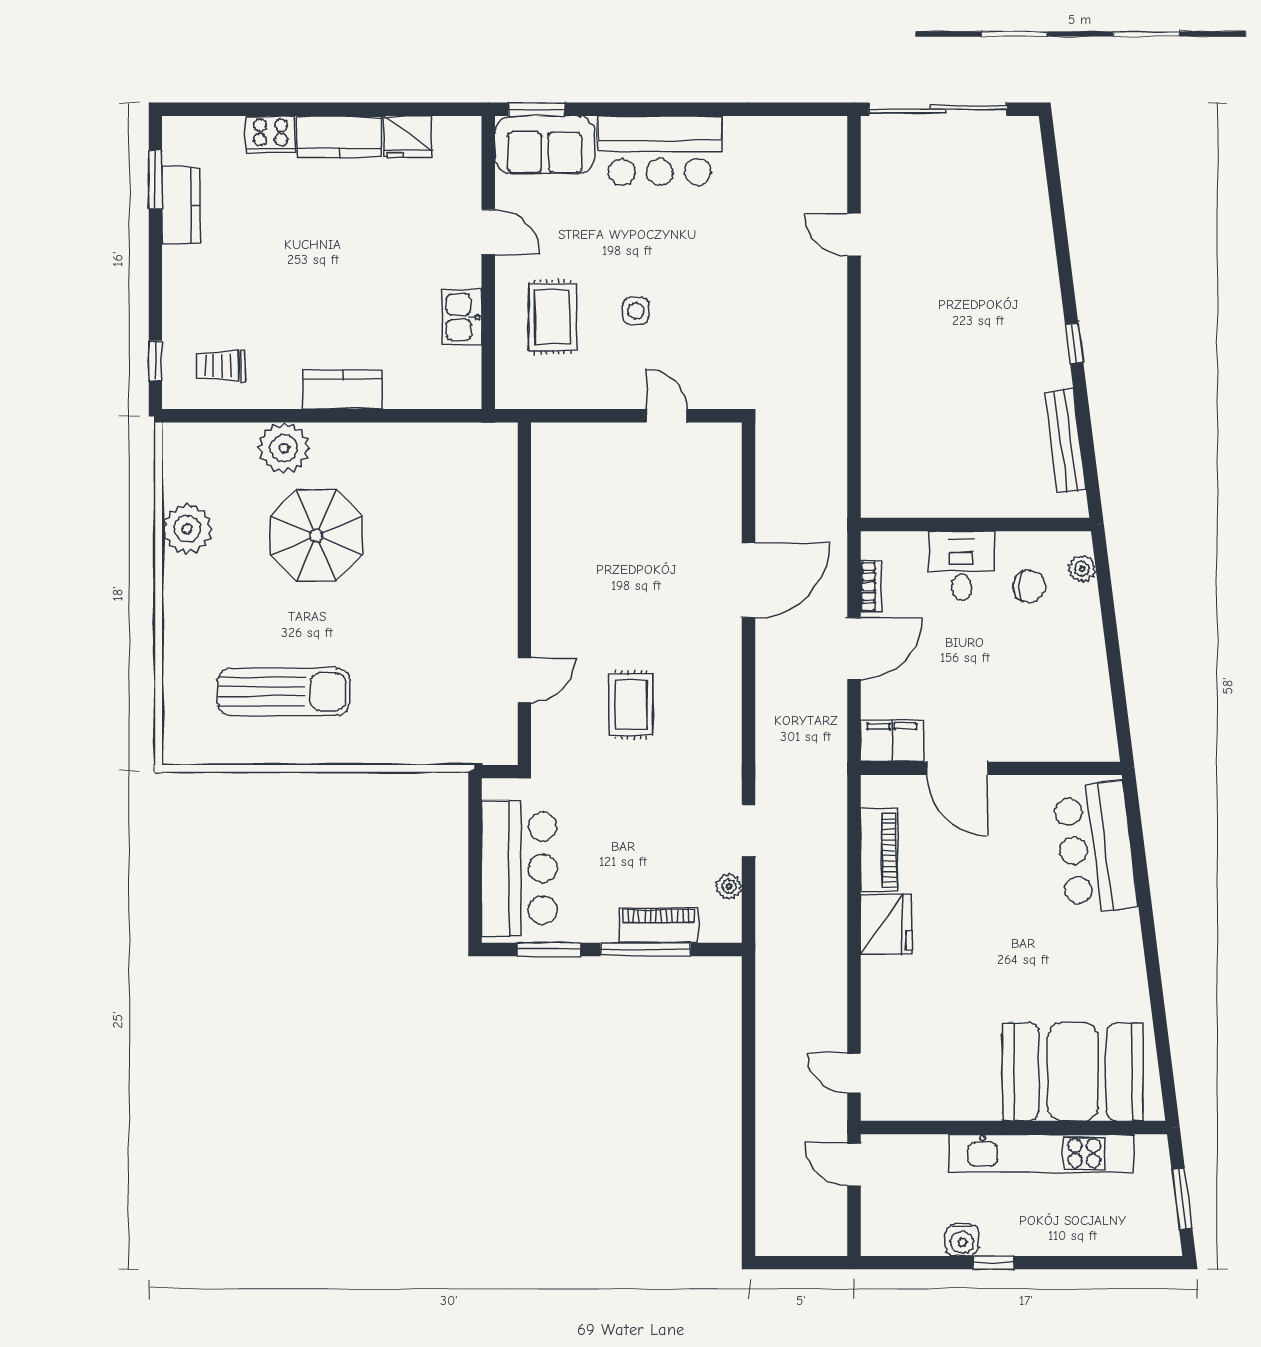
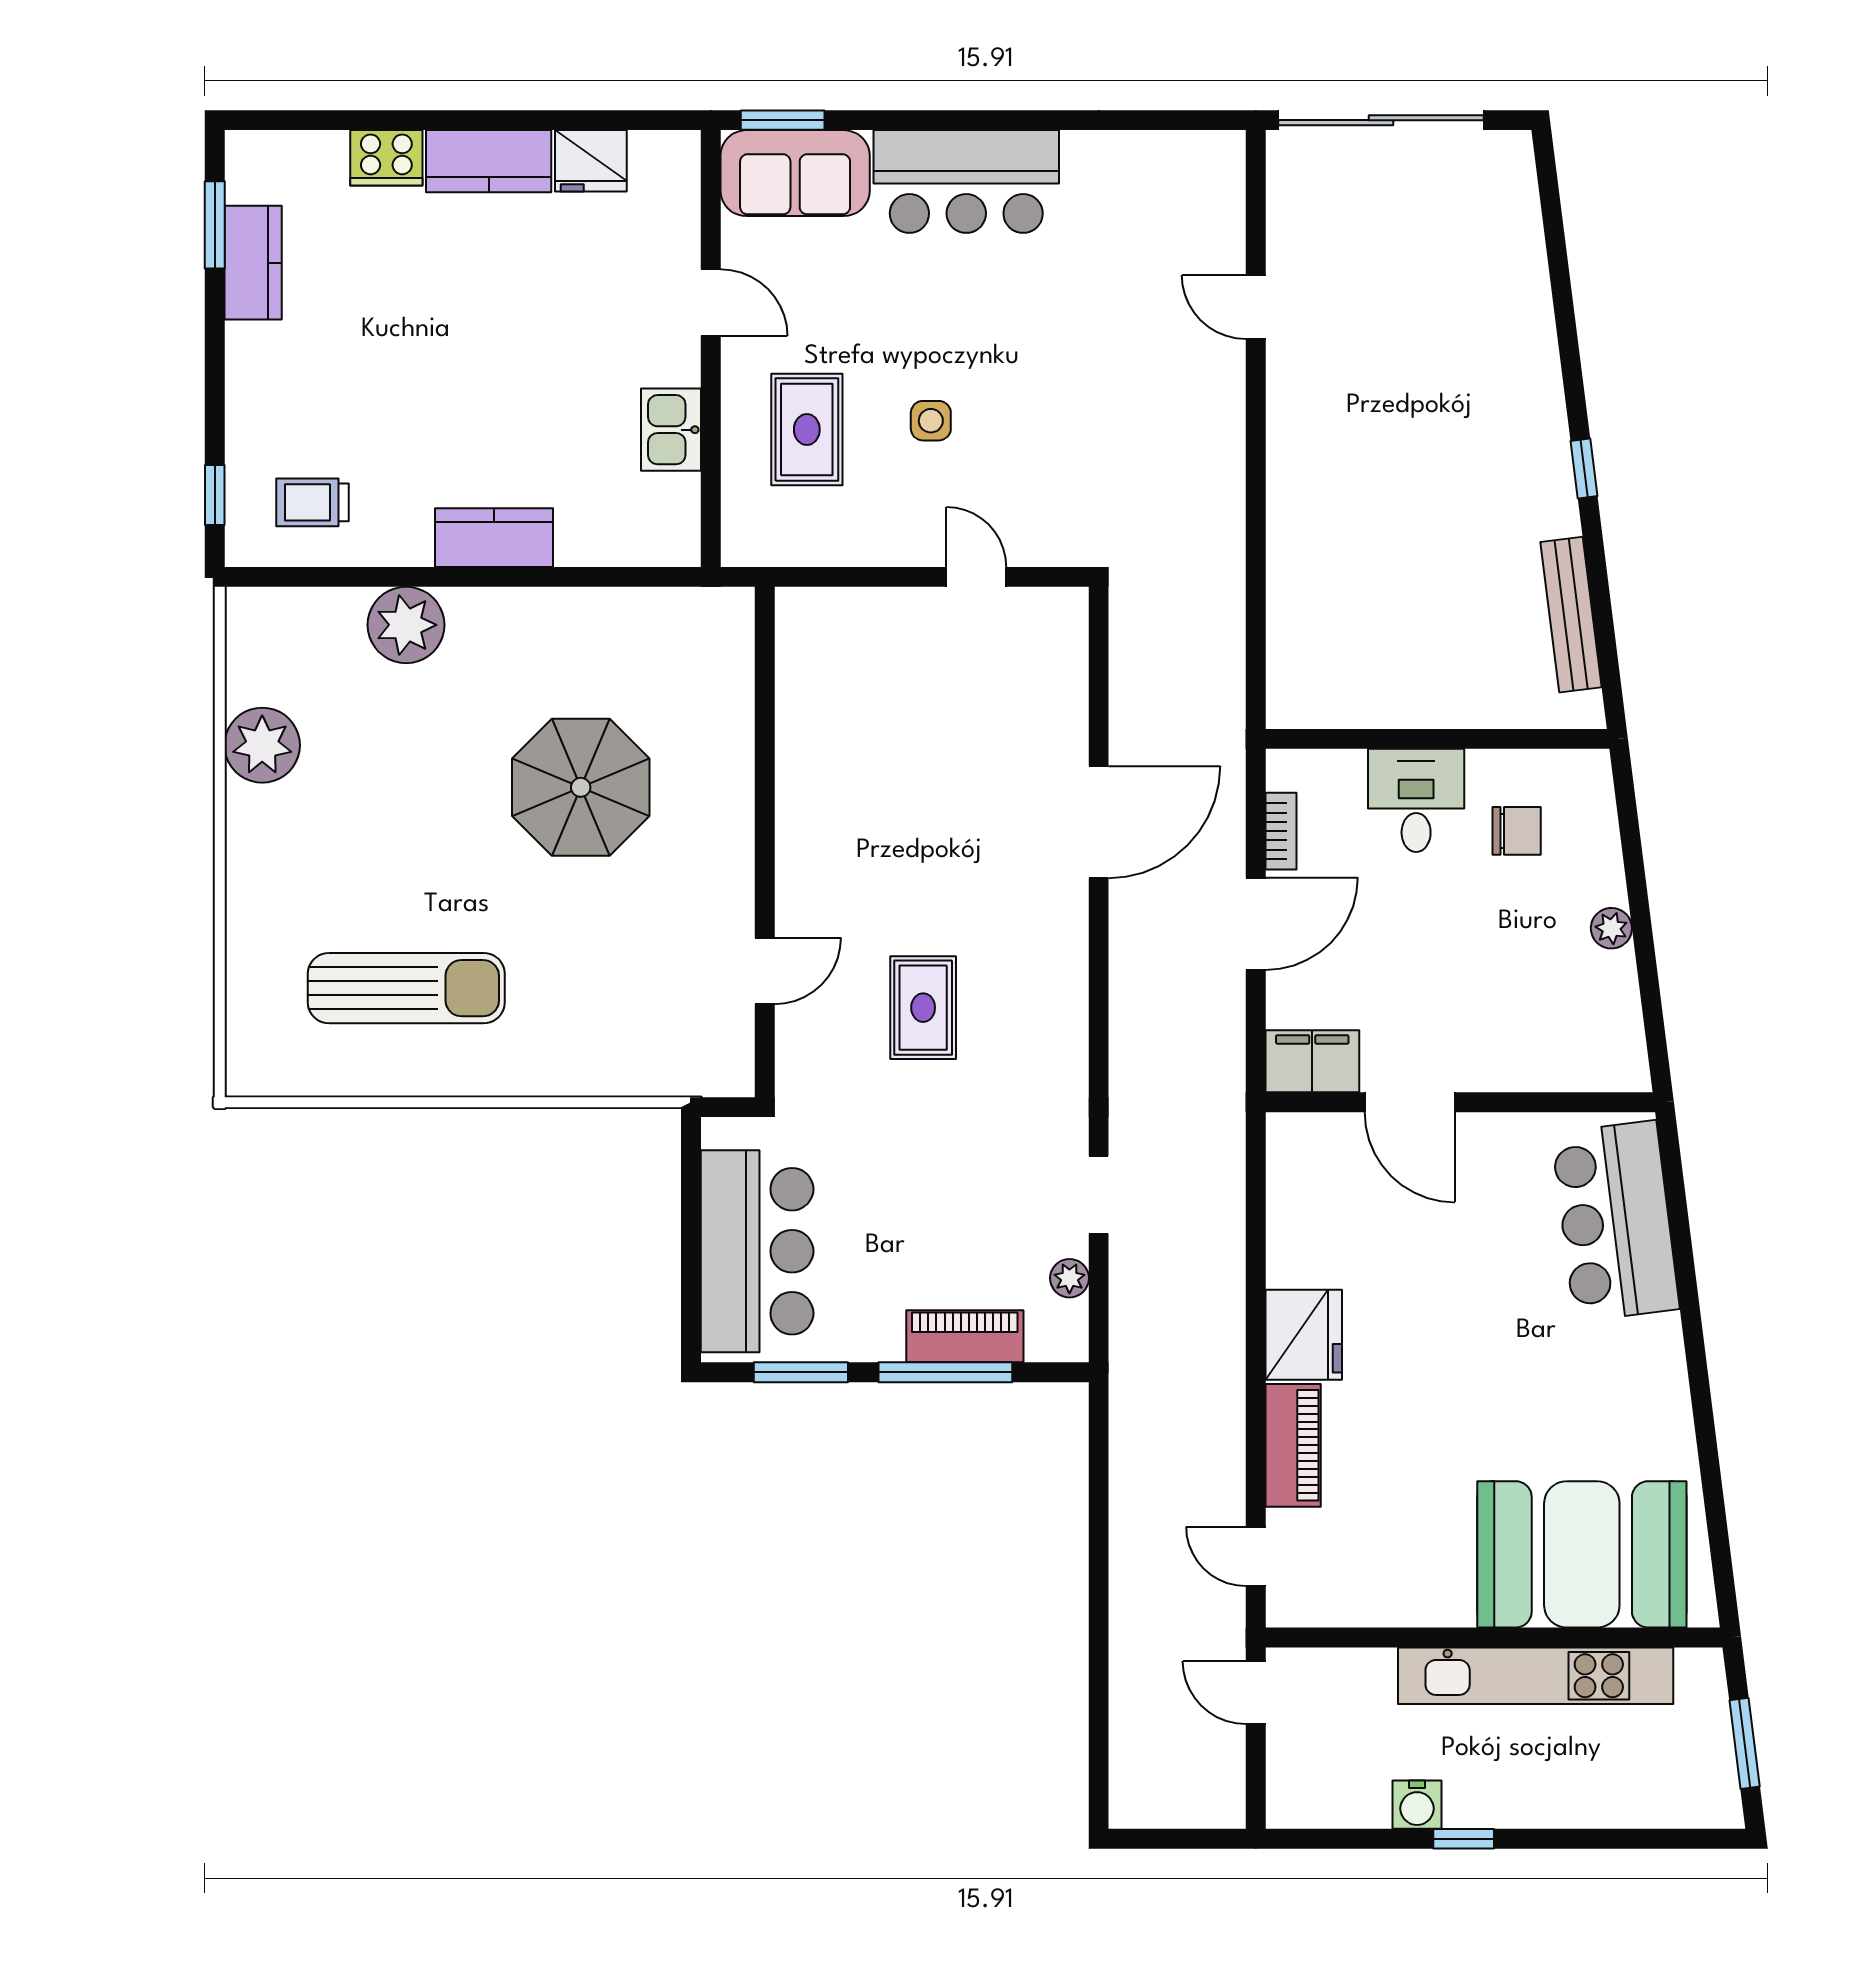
parasol: (316, 535) -> (581, 787), moved
plant: (1082, 569) -> (1611, 928), moved
piano: (879, 850) -> (1293, 1445), moved

